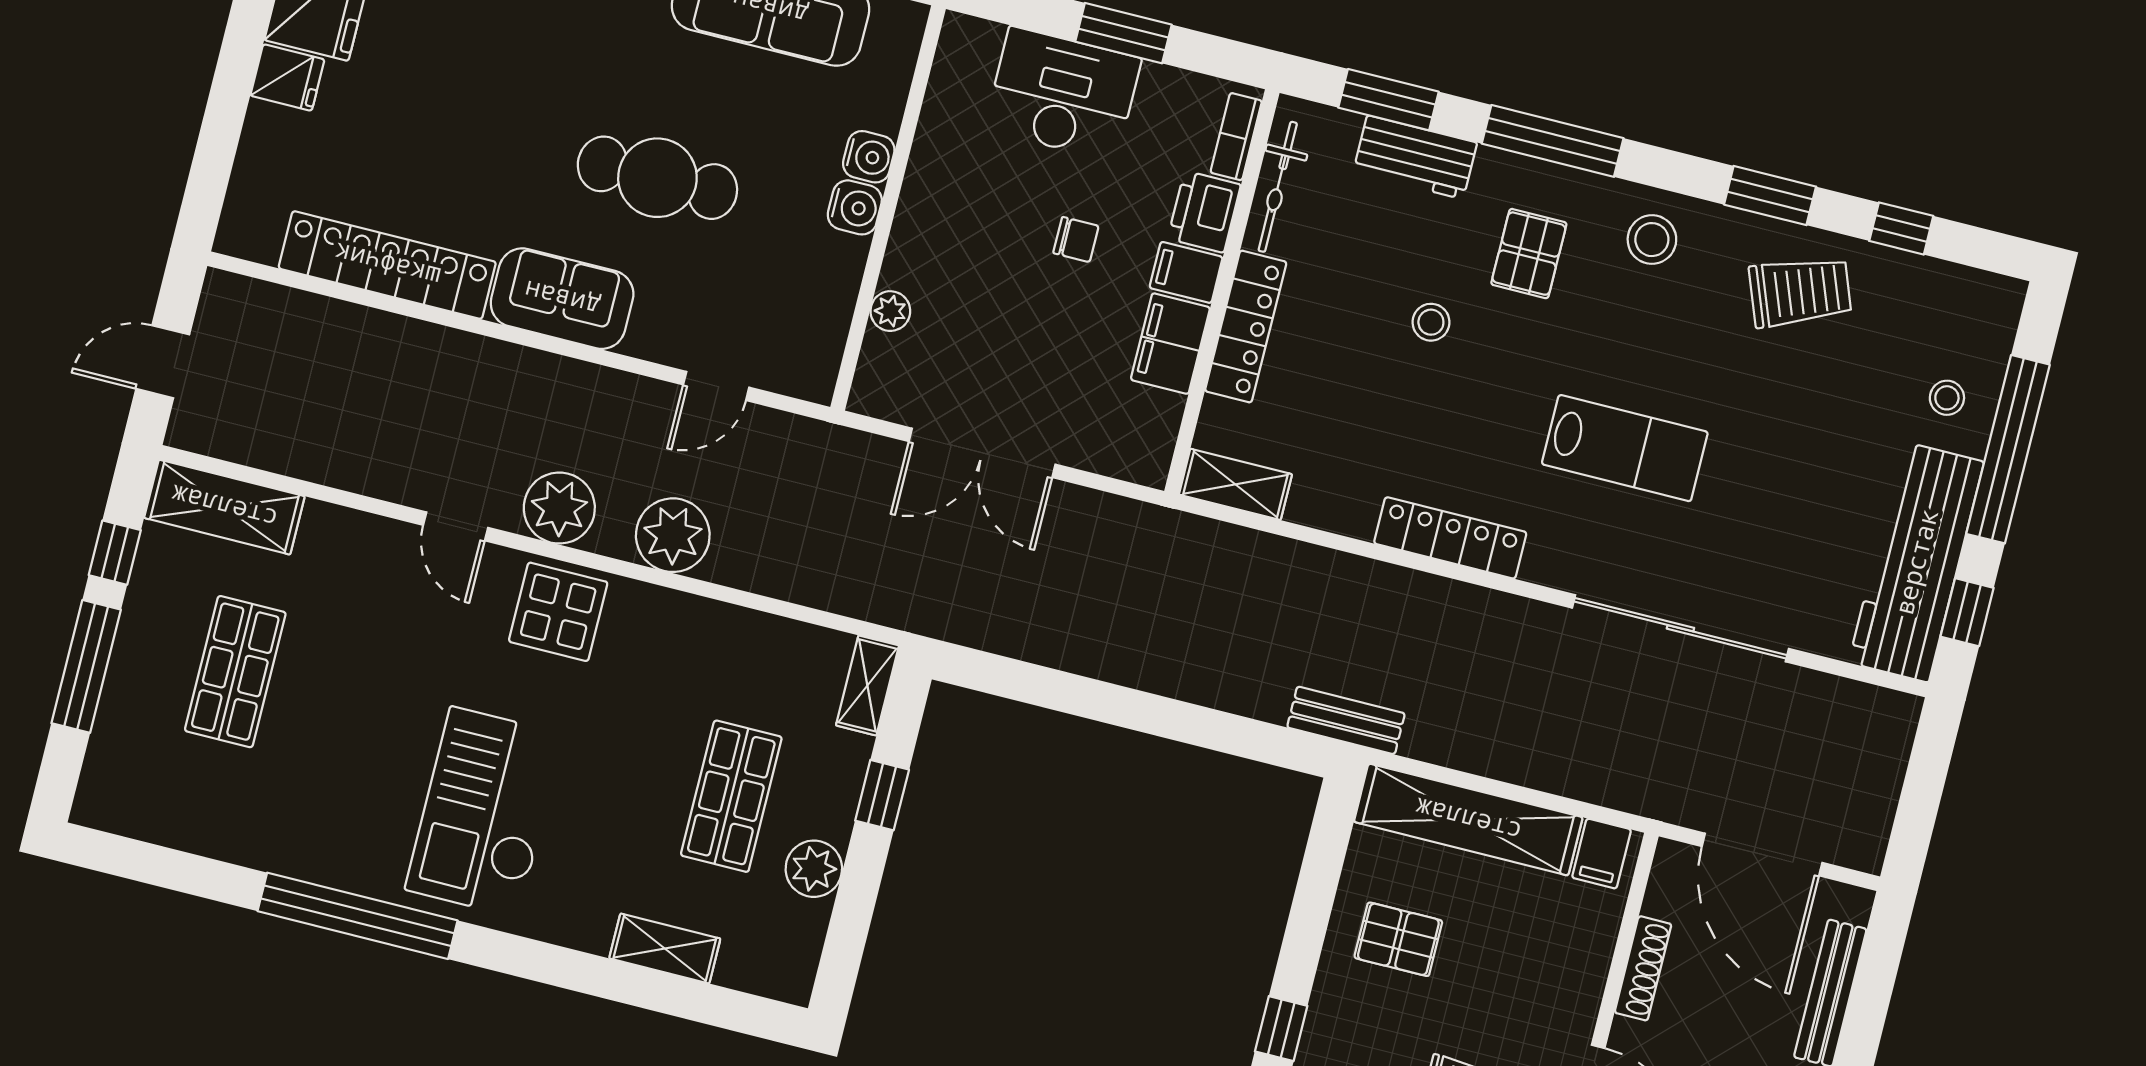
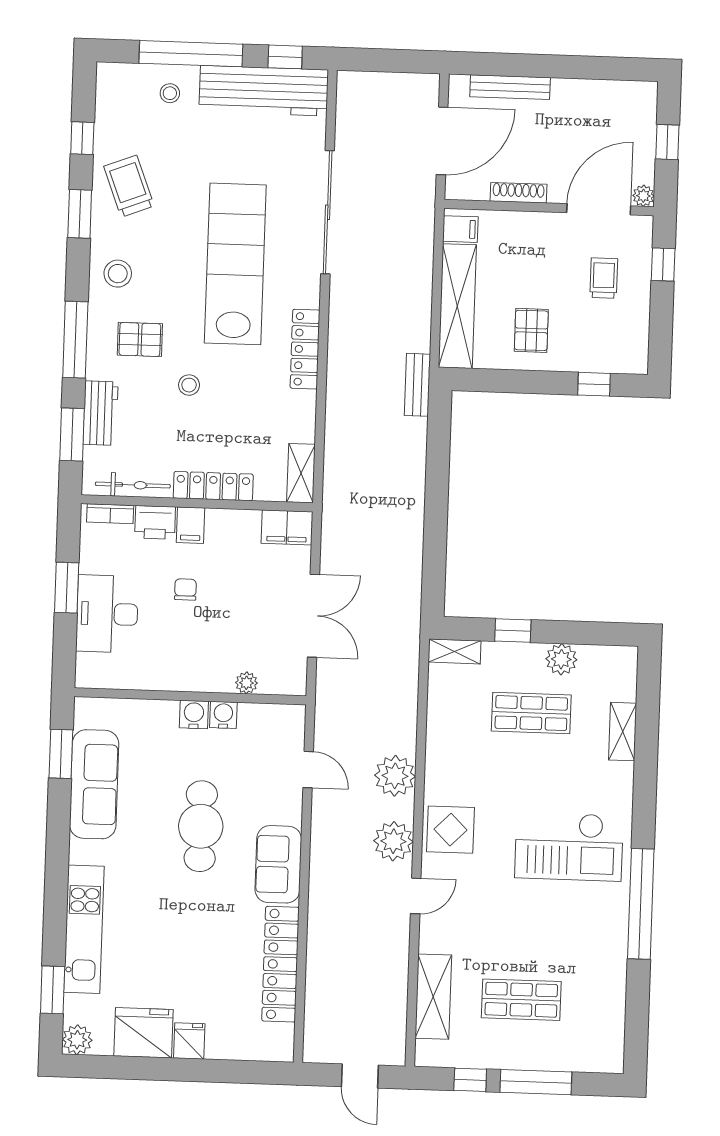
water cooler: (869, 157) -> (223, 715), moved
filing cabinet: (1170, 344) -> (287, 527), moved
lab bench: (1625, 448) -> (235, 264), width x1.86, depth x1.39
shelving: (224, 507) -> (433, 997), moved

